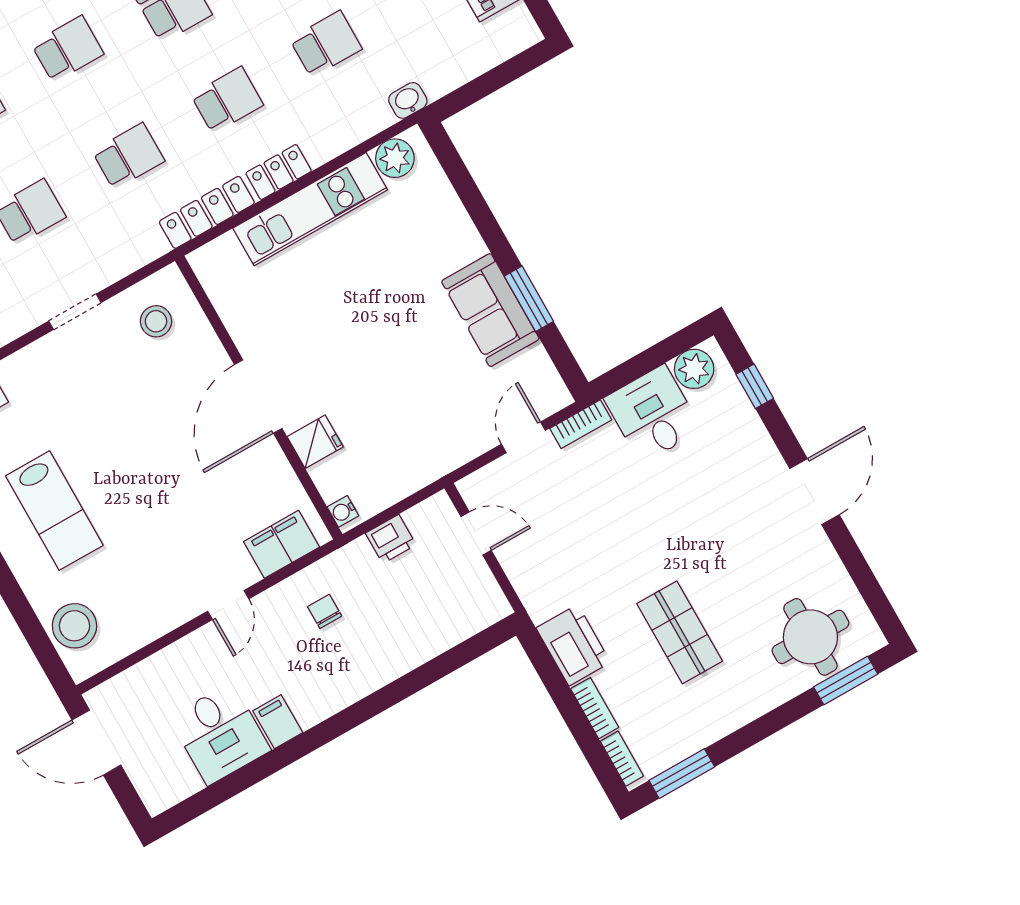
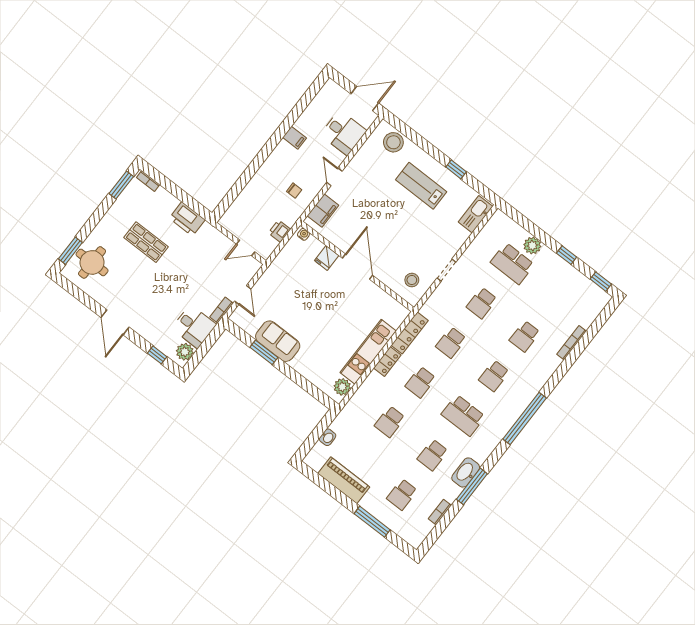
washbasin: (408, 100) -> (328, 437), moved
bookcase: (595, 708) -> (168, 197), removed
desk: (220, 734) -> (343, 133), moved, turned 180

